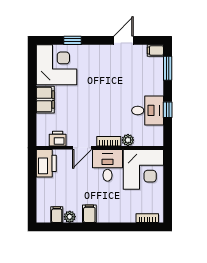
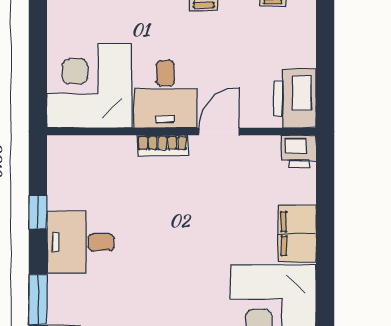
desk: (147, 110) -> (80, 242), moved
printer: (58, 139) -> (299, 151), moved
plant: (128, 140) -> (122, 148), removed

